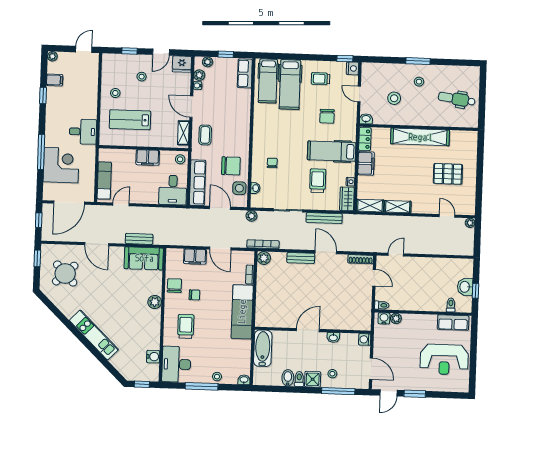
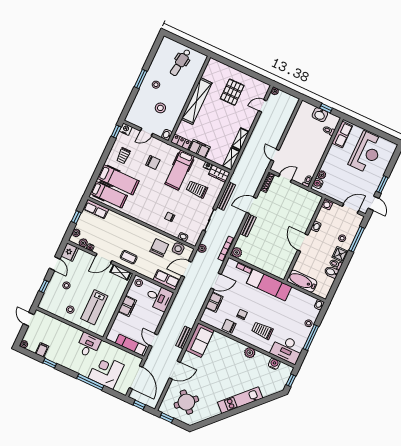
row of seats: (198, 183) -> (166, 280), width x0.68
plant: (155, 302) -> (250, 353), moved

